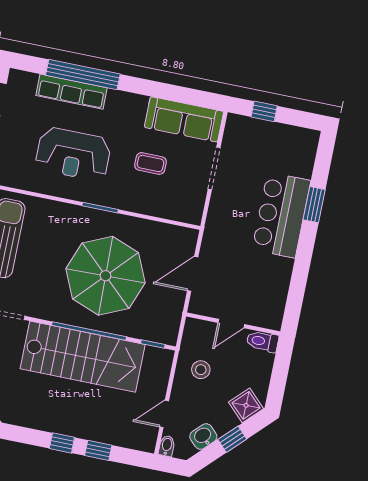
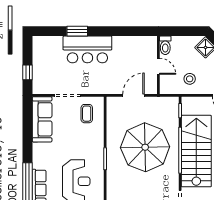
coffee table: (151, 163) -> (87, 114), moved
door: (193, 274) -> (133, 95), swing flipped

